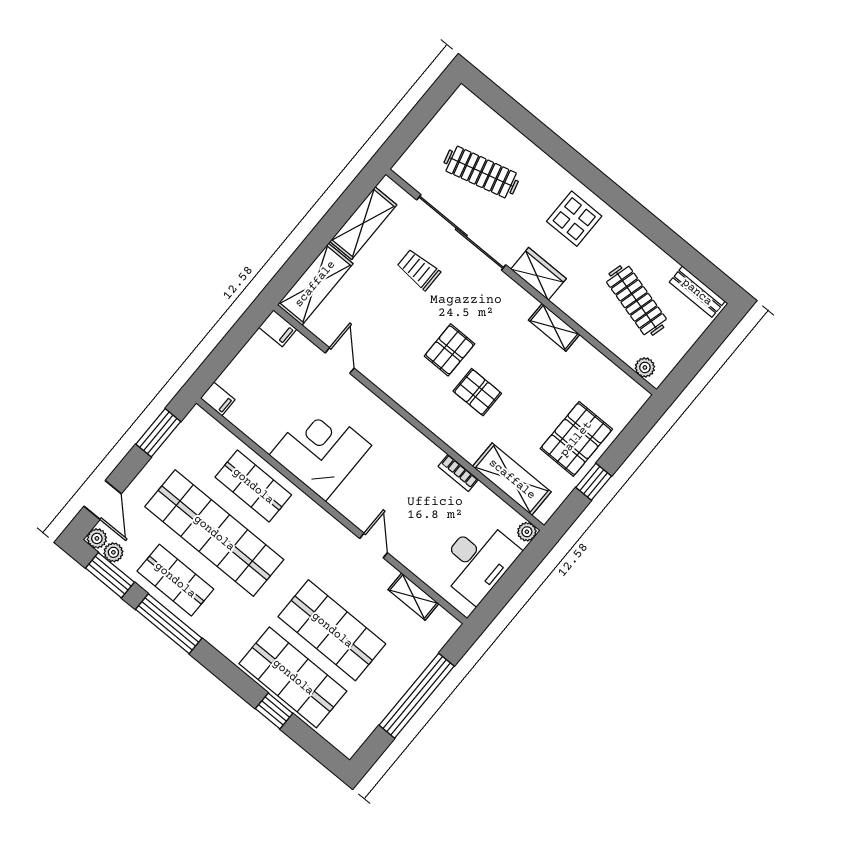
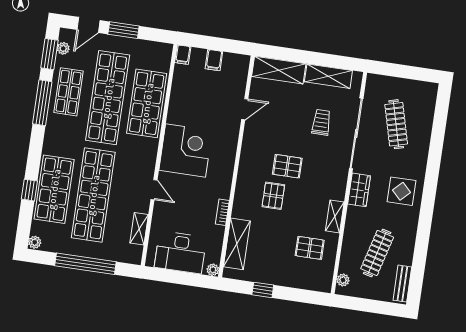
filing cabinet: (278, 328) -> (214, 60), moved
window: (158, 433) -> (124, 30), moved
pallet: (576, 439) -> (310, 248), moved, width x0.67, depth x0.71
corner desk: (320, 450) -> (186, 150), moved
shop shelf: (253, 486) -> (147, 103), width x1.43, depth x1.36
plant: (97, 538) -> (35, 242), moved
door: (374, 546) -> (154, 190), hinge flipped
shop shelf: (332, 630) -> (93, 195), width x1.40

